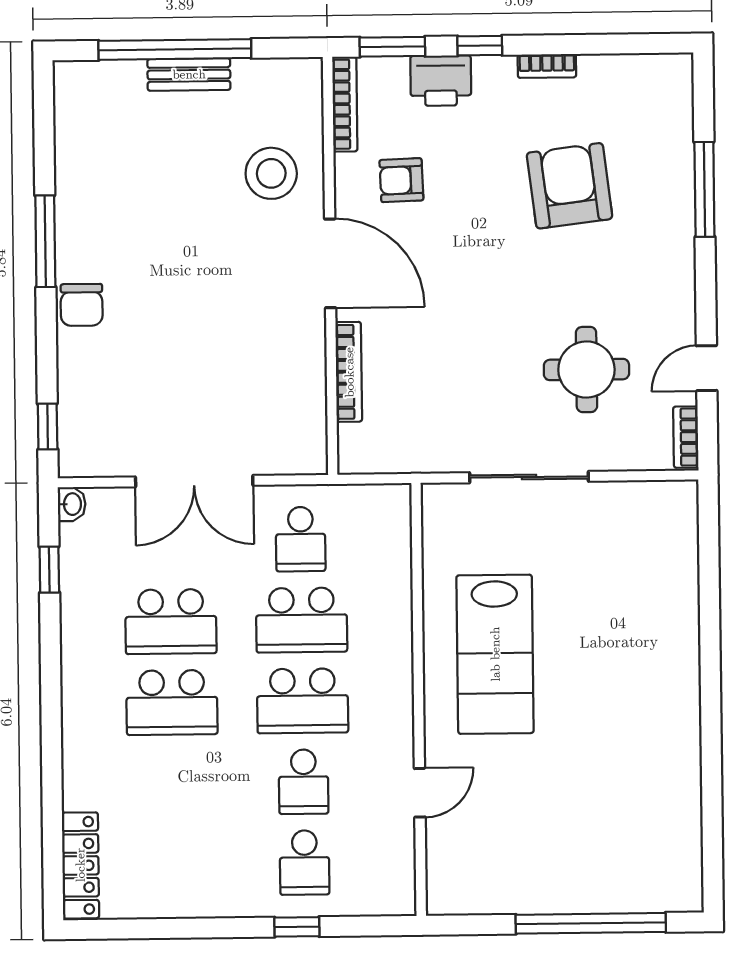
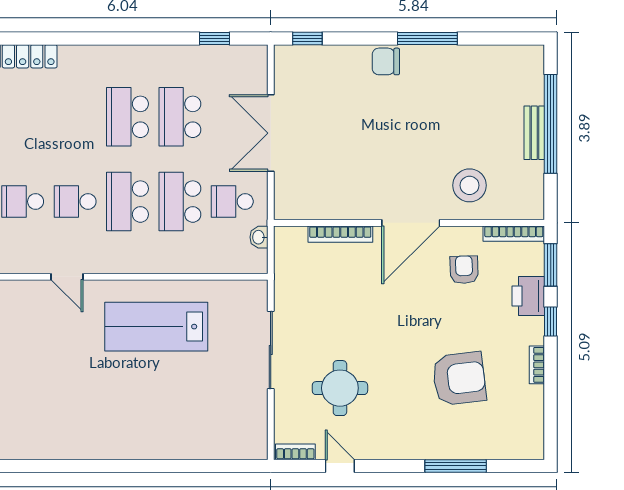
washbasin: (72, 504) -> (259, 237), moved, turned 90

